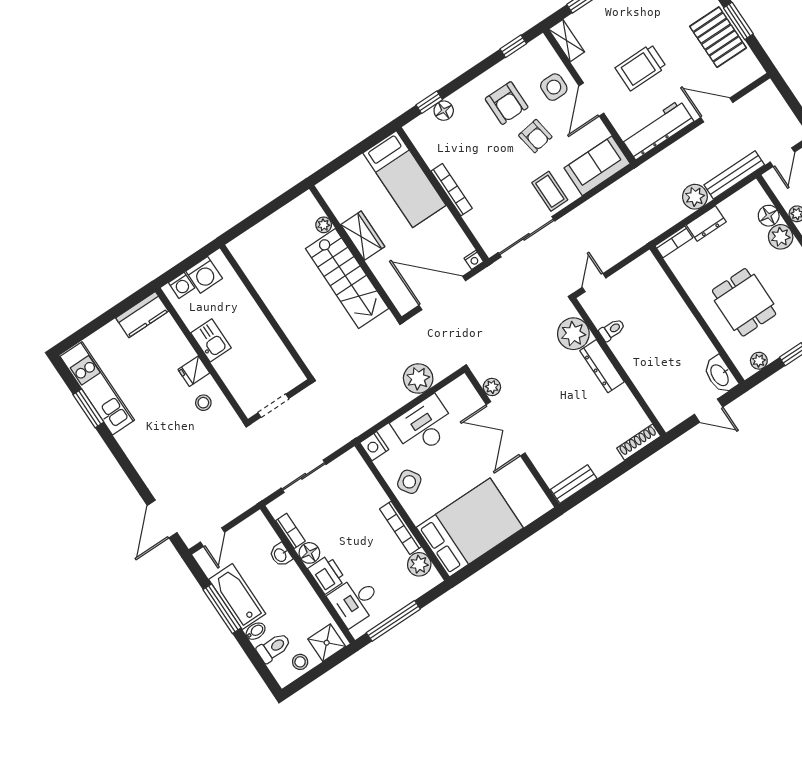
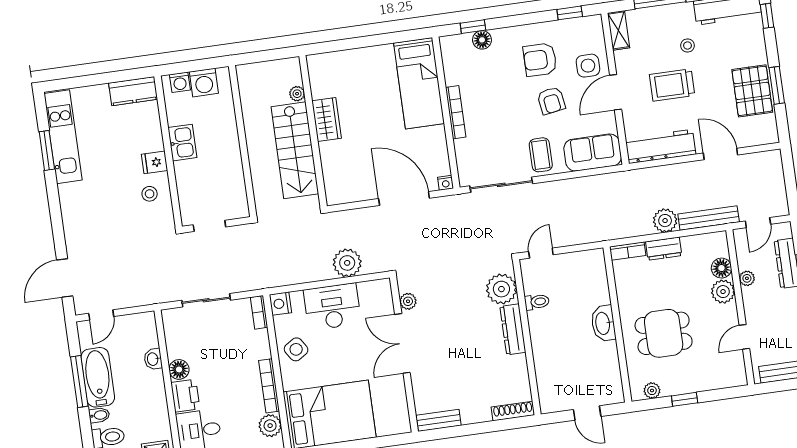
stool: (637, 24) -> (687, 45), added
armchair: (507, 103) -> (540, 60), turned 90
plant: (324, 225) -> (297, 94), moved
wardrobe: (363, 236) -> (327, 120), moved
wall: (355, 253) -> (313, 131), moved
stairs: (347, 278) -> (295, 150), moved
dining table: (744, 302) -> (664, 333), turned 90
washbasin: (720, 375) -> (603, 323), moved
bookcase: (290, 531) -> (259, 312), moved, turned 180

